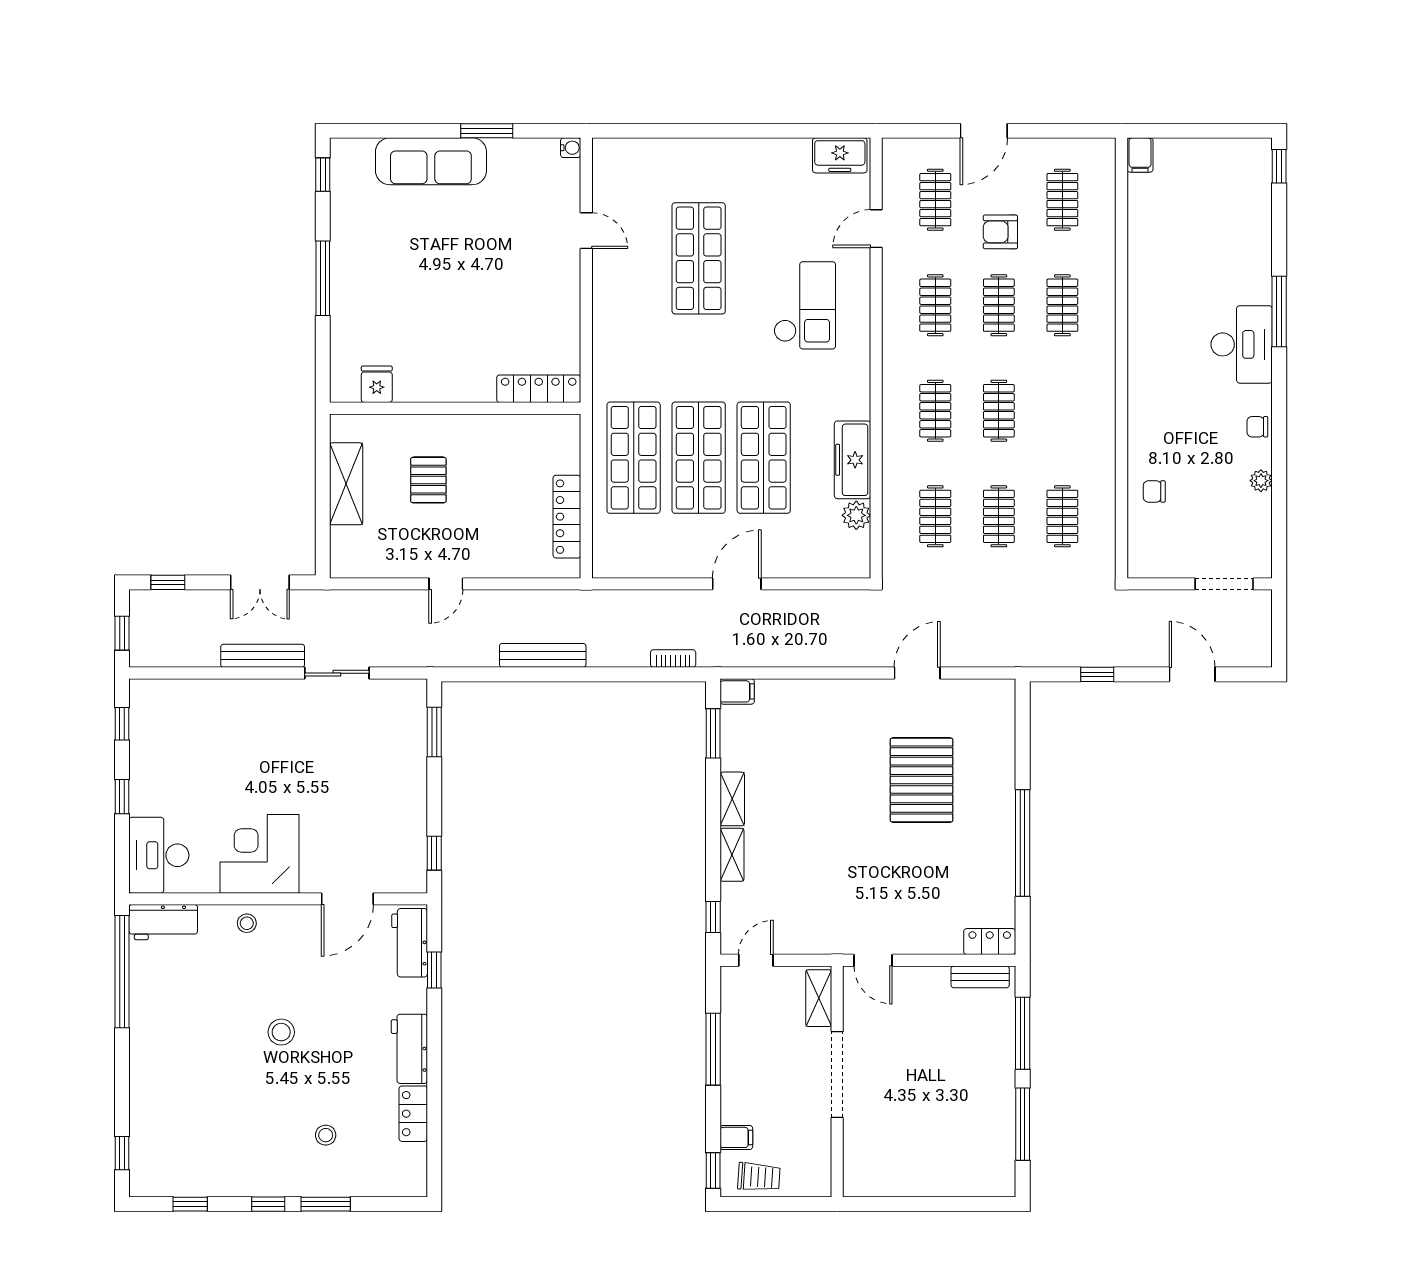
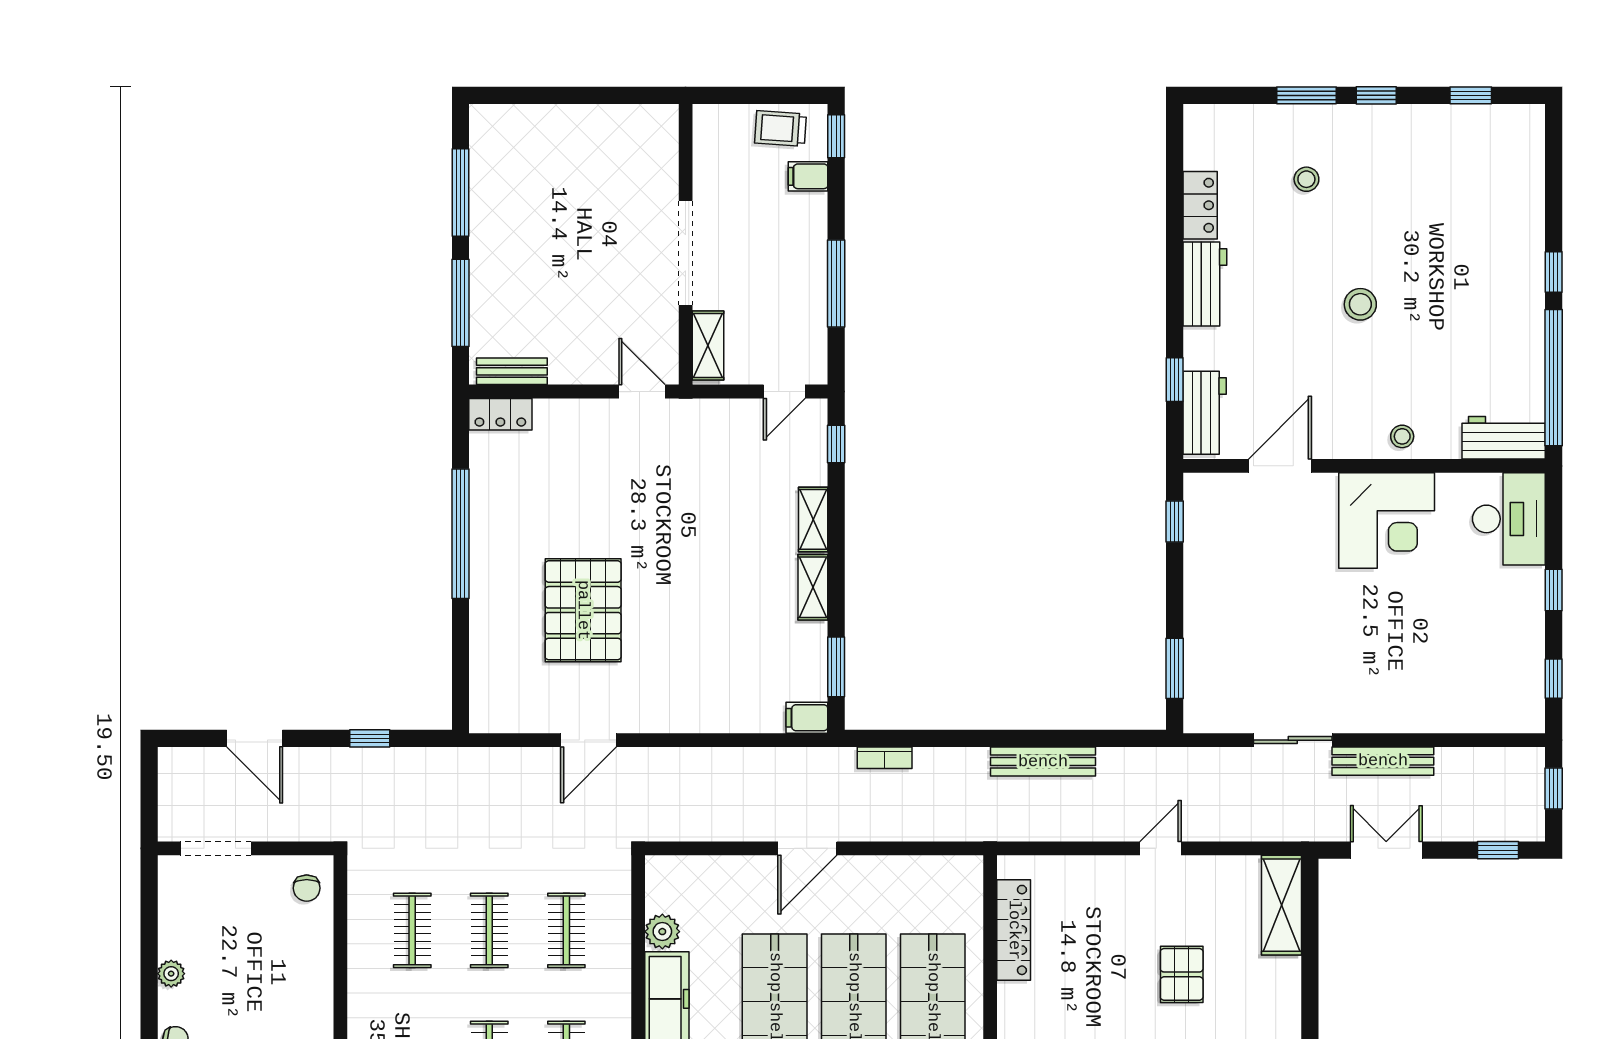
shelving: (346, 484) -> (1281, 905), moved
chair: (1154, 491) -> (307, 888), moved, turned 90
window: (122, 1153) -> (1554, 272), moved

